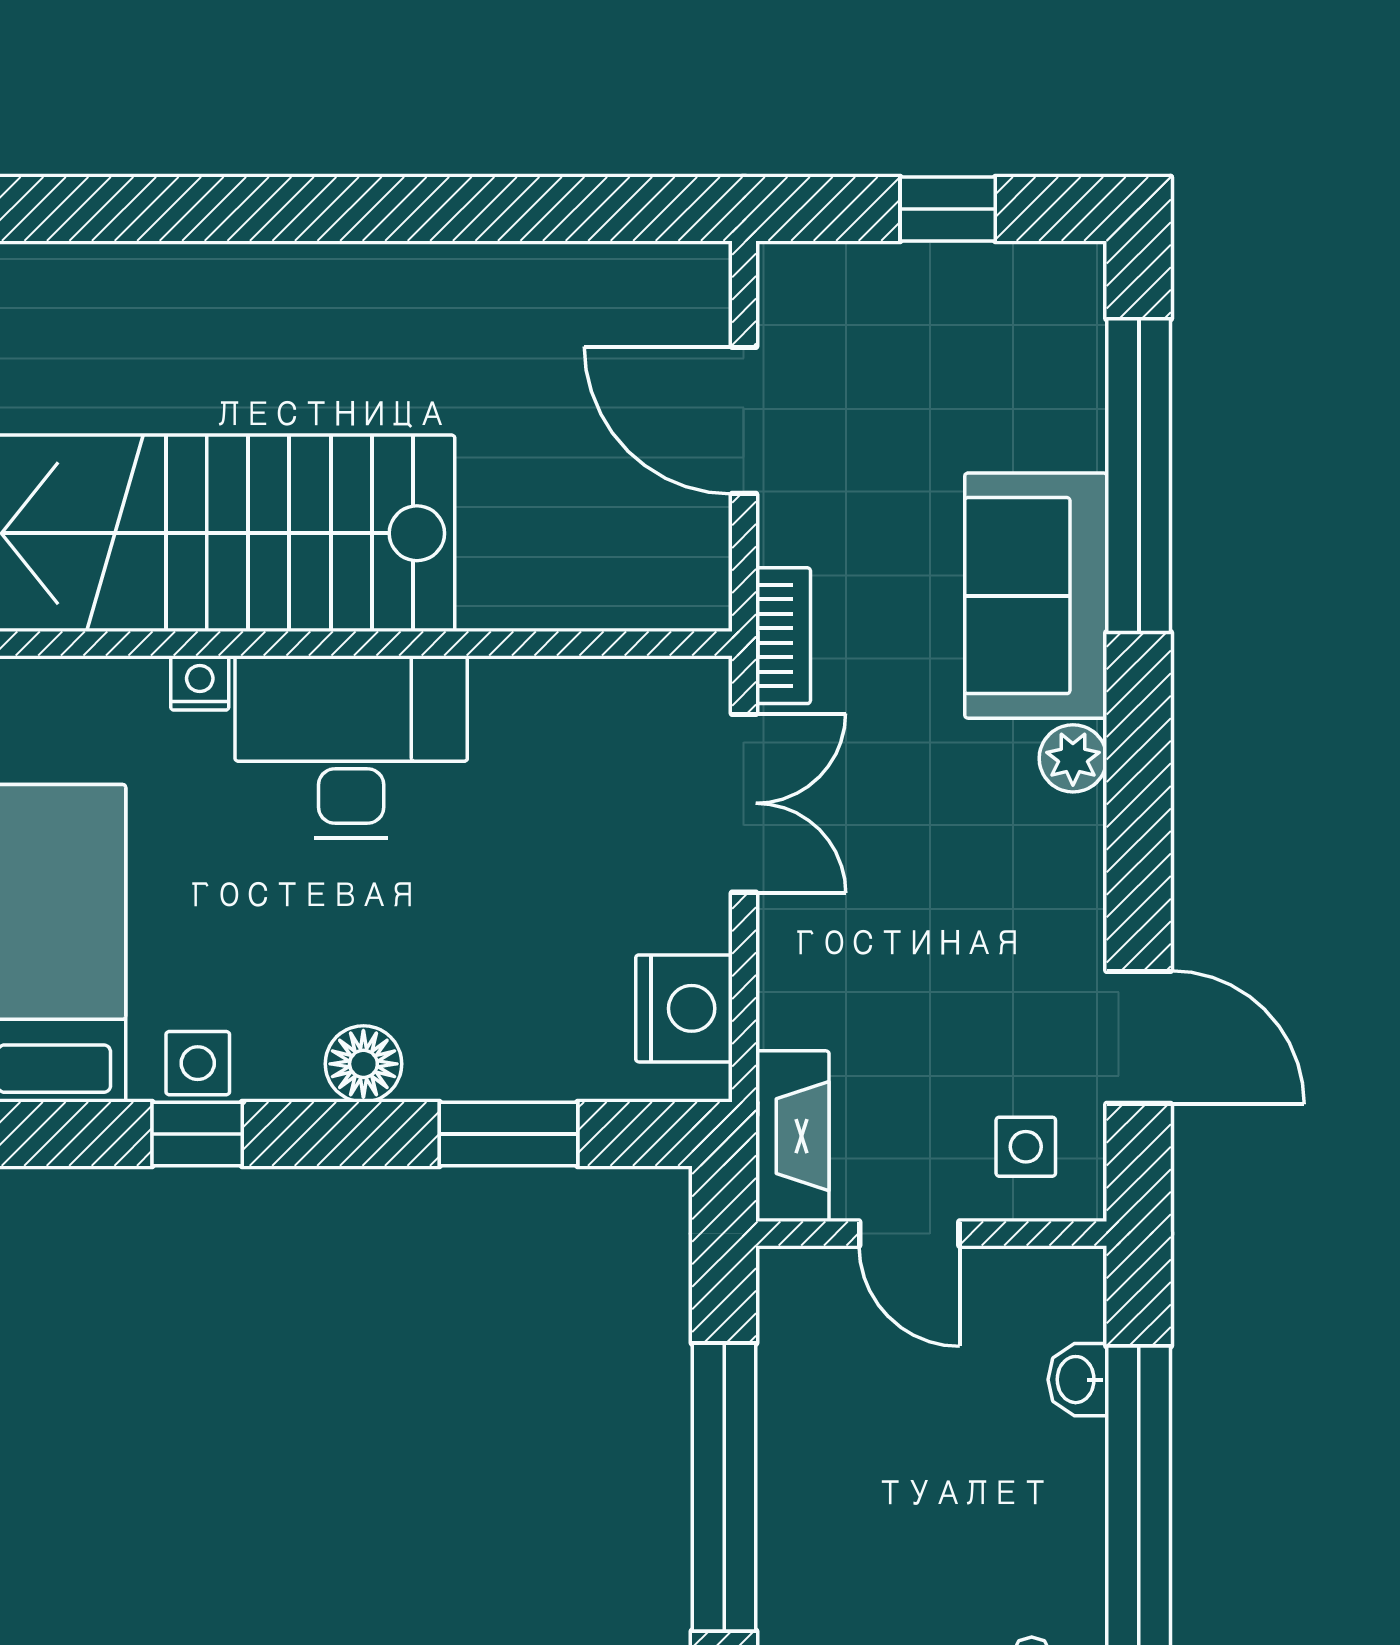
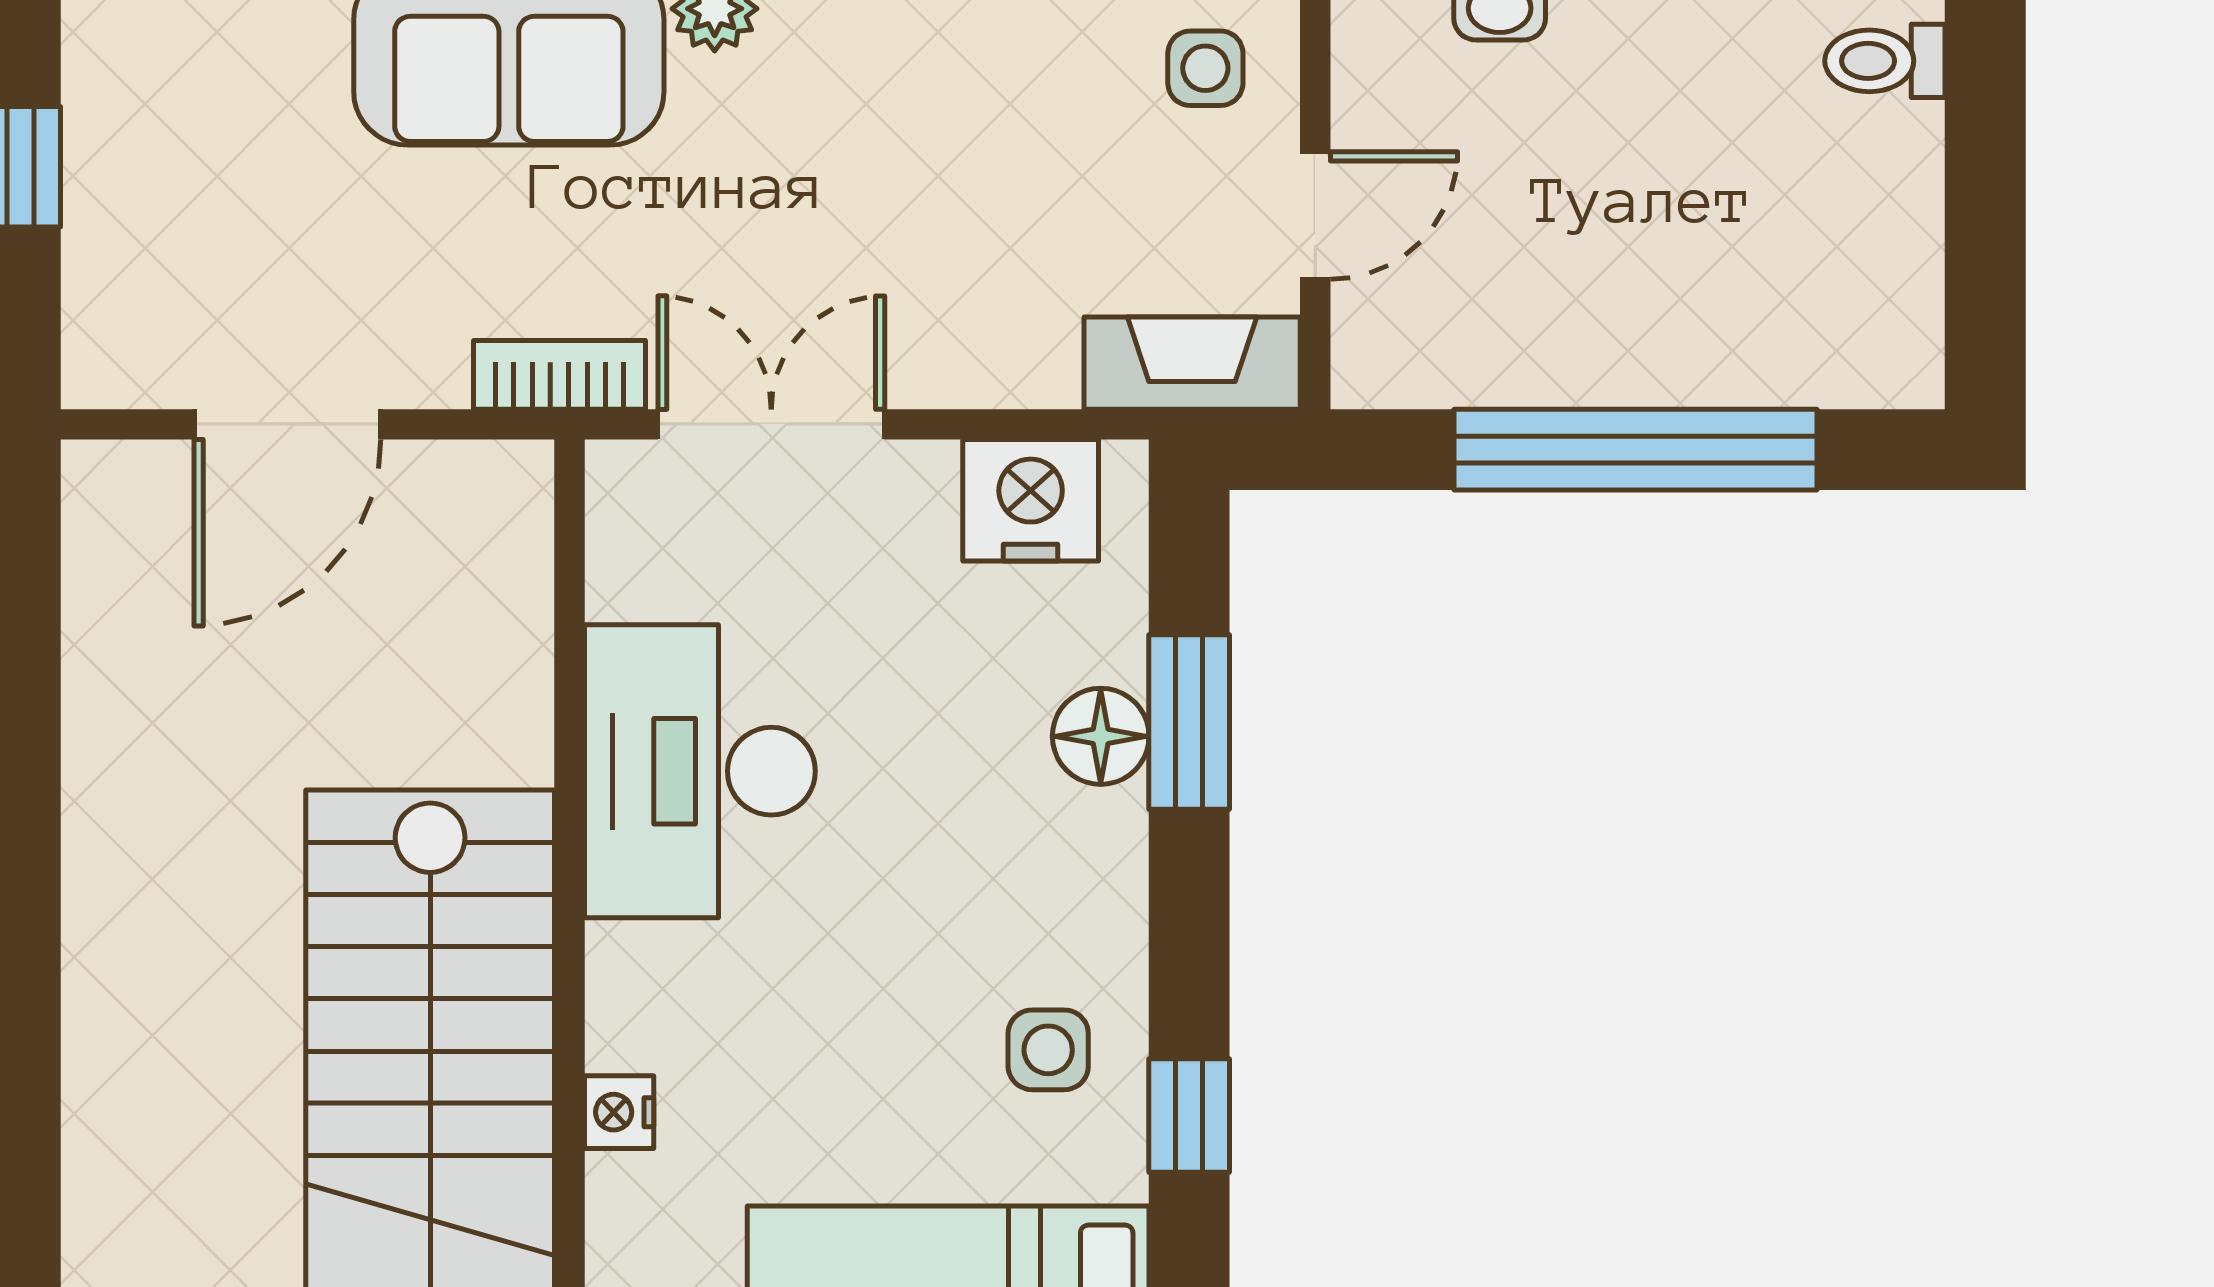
desk: (351, 747) -> (700, 771), moved
side table: (198, 1063) -> (1048, 1050), moved
floor lamp: (363, 1064) -> (1101, 736), moved

